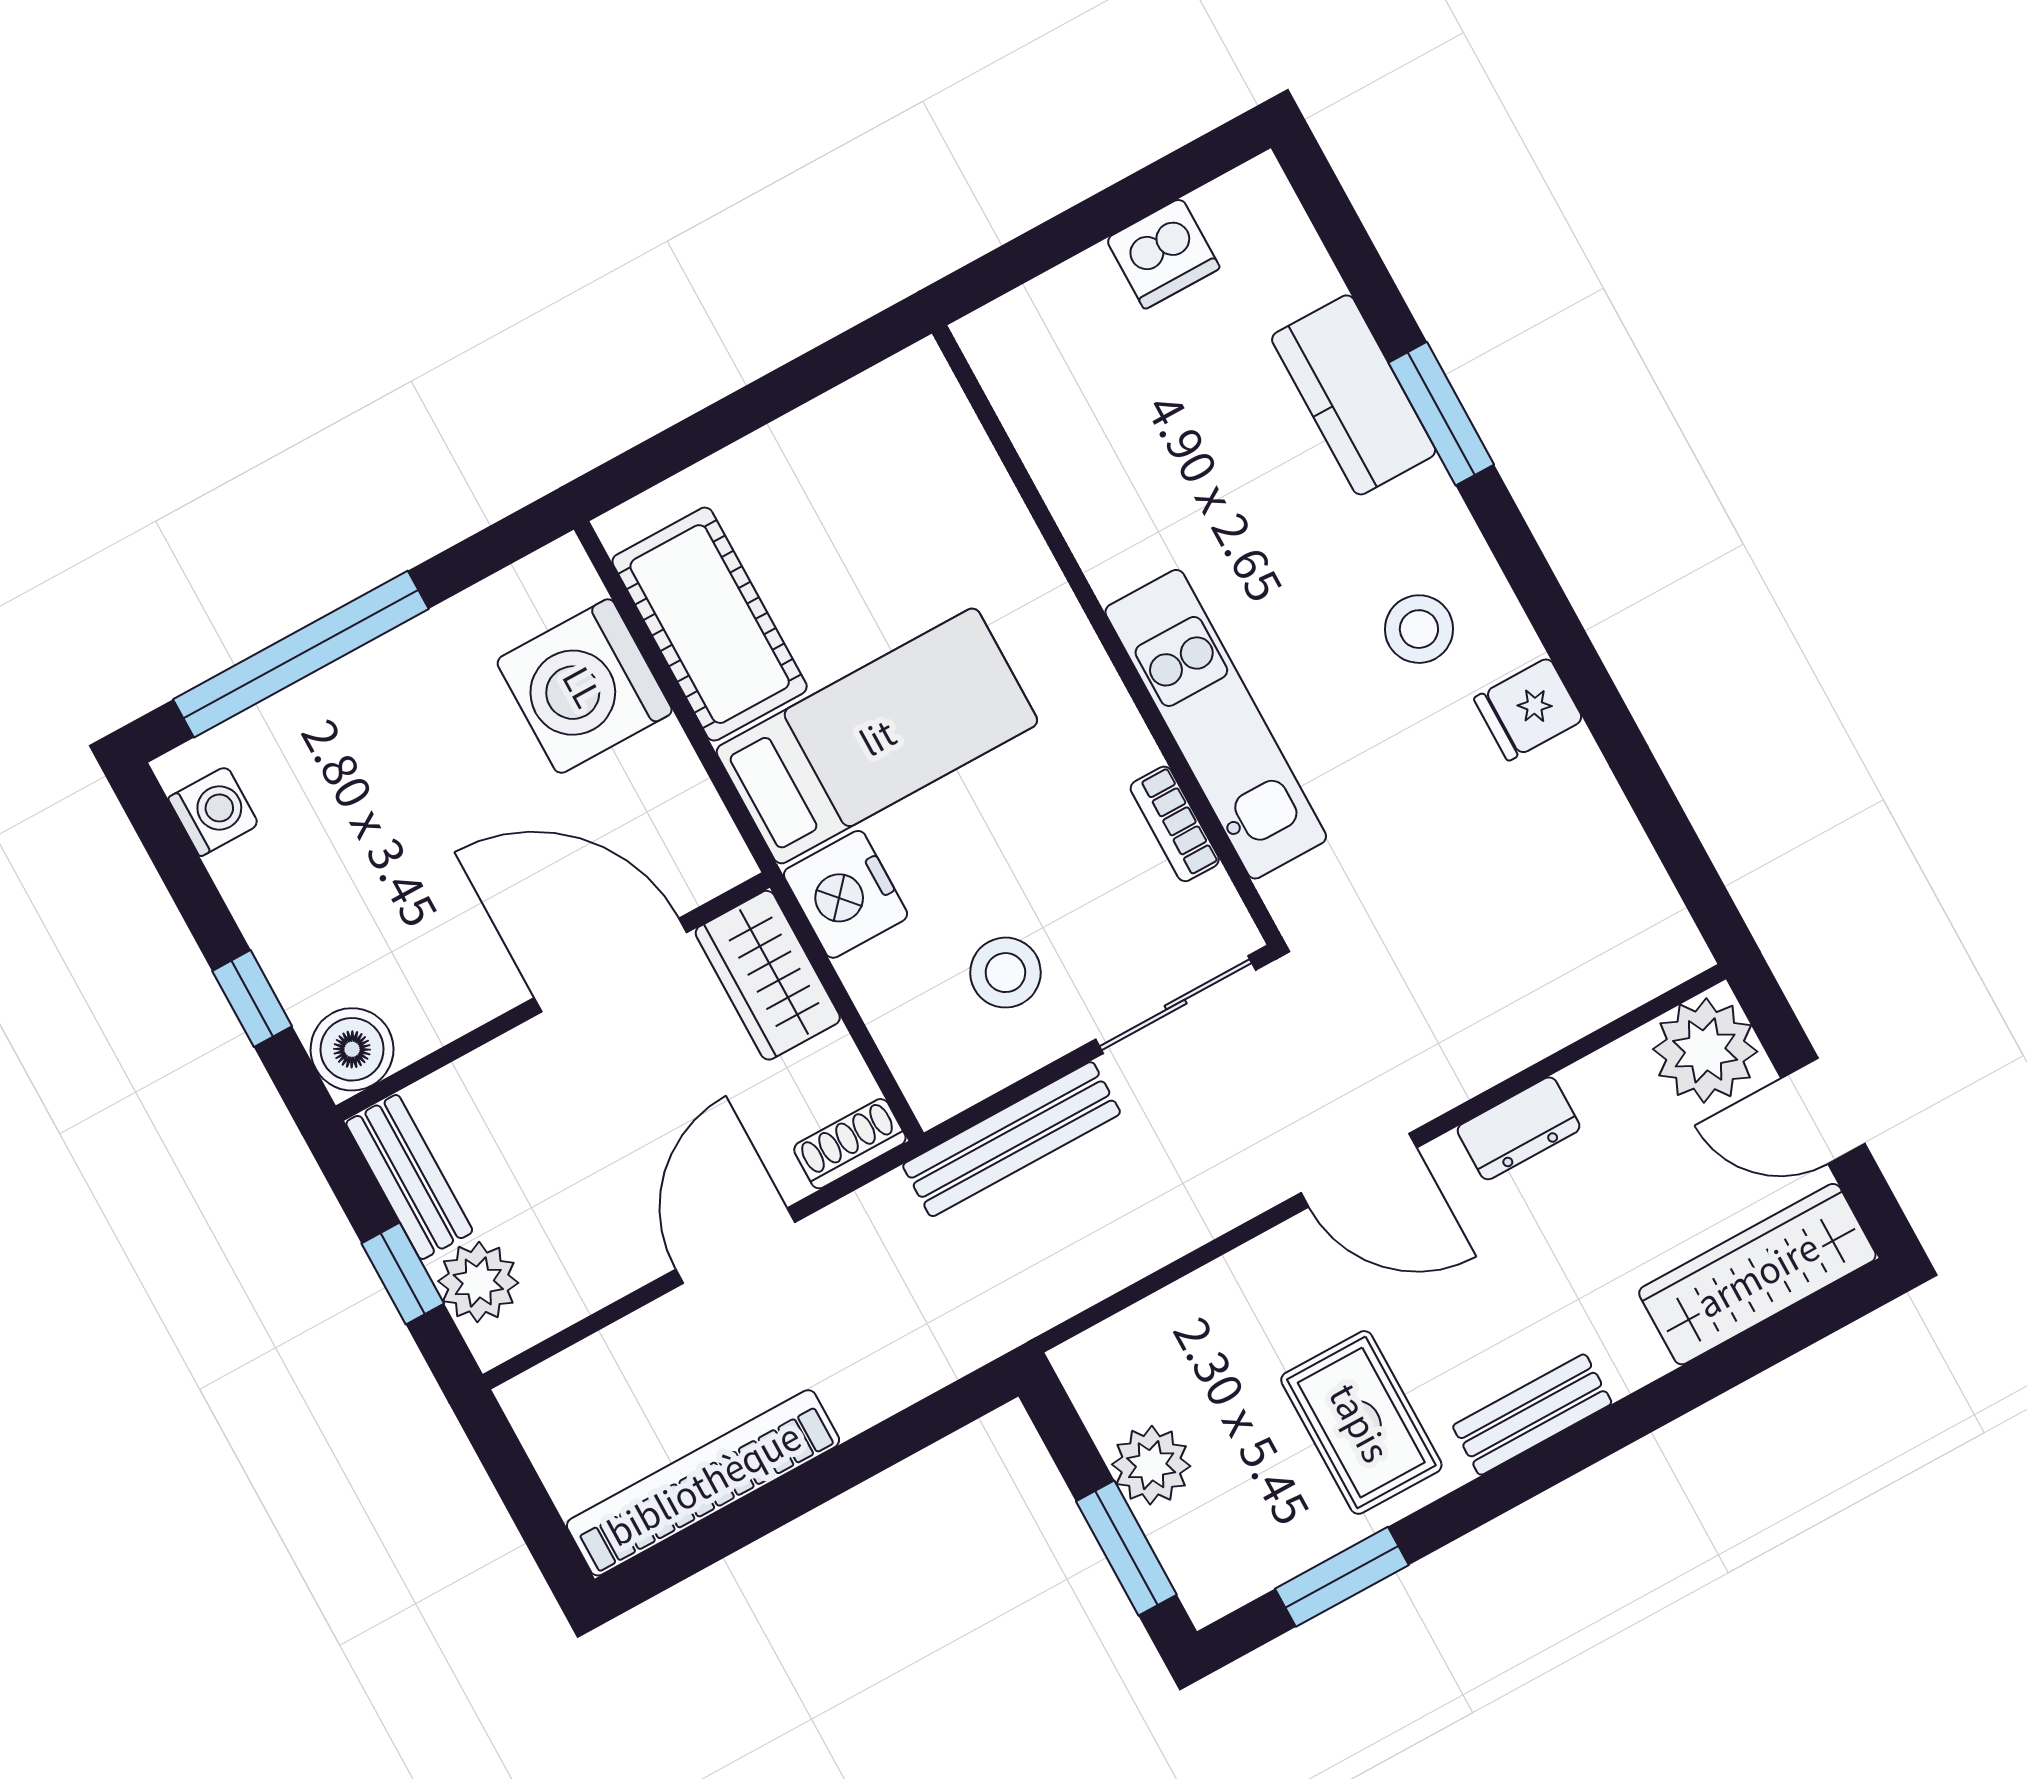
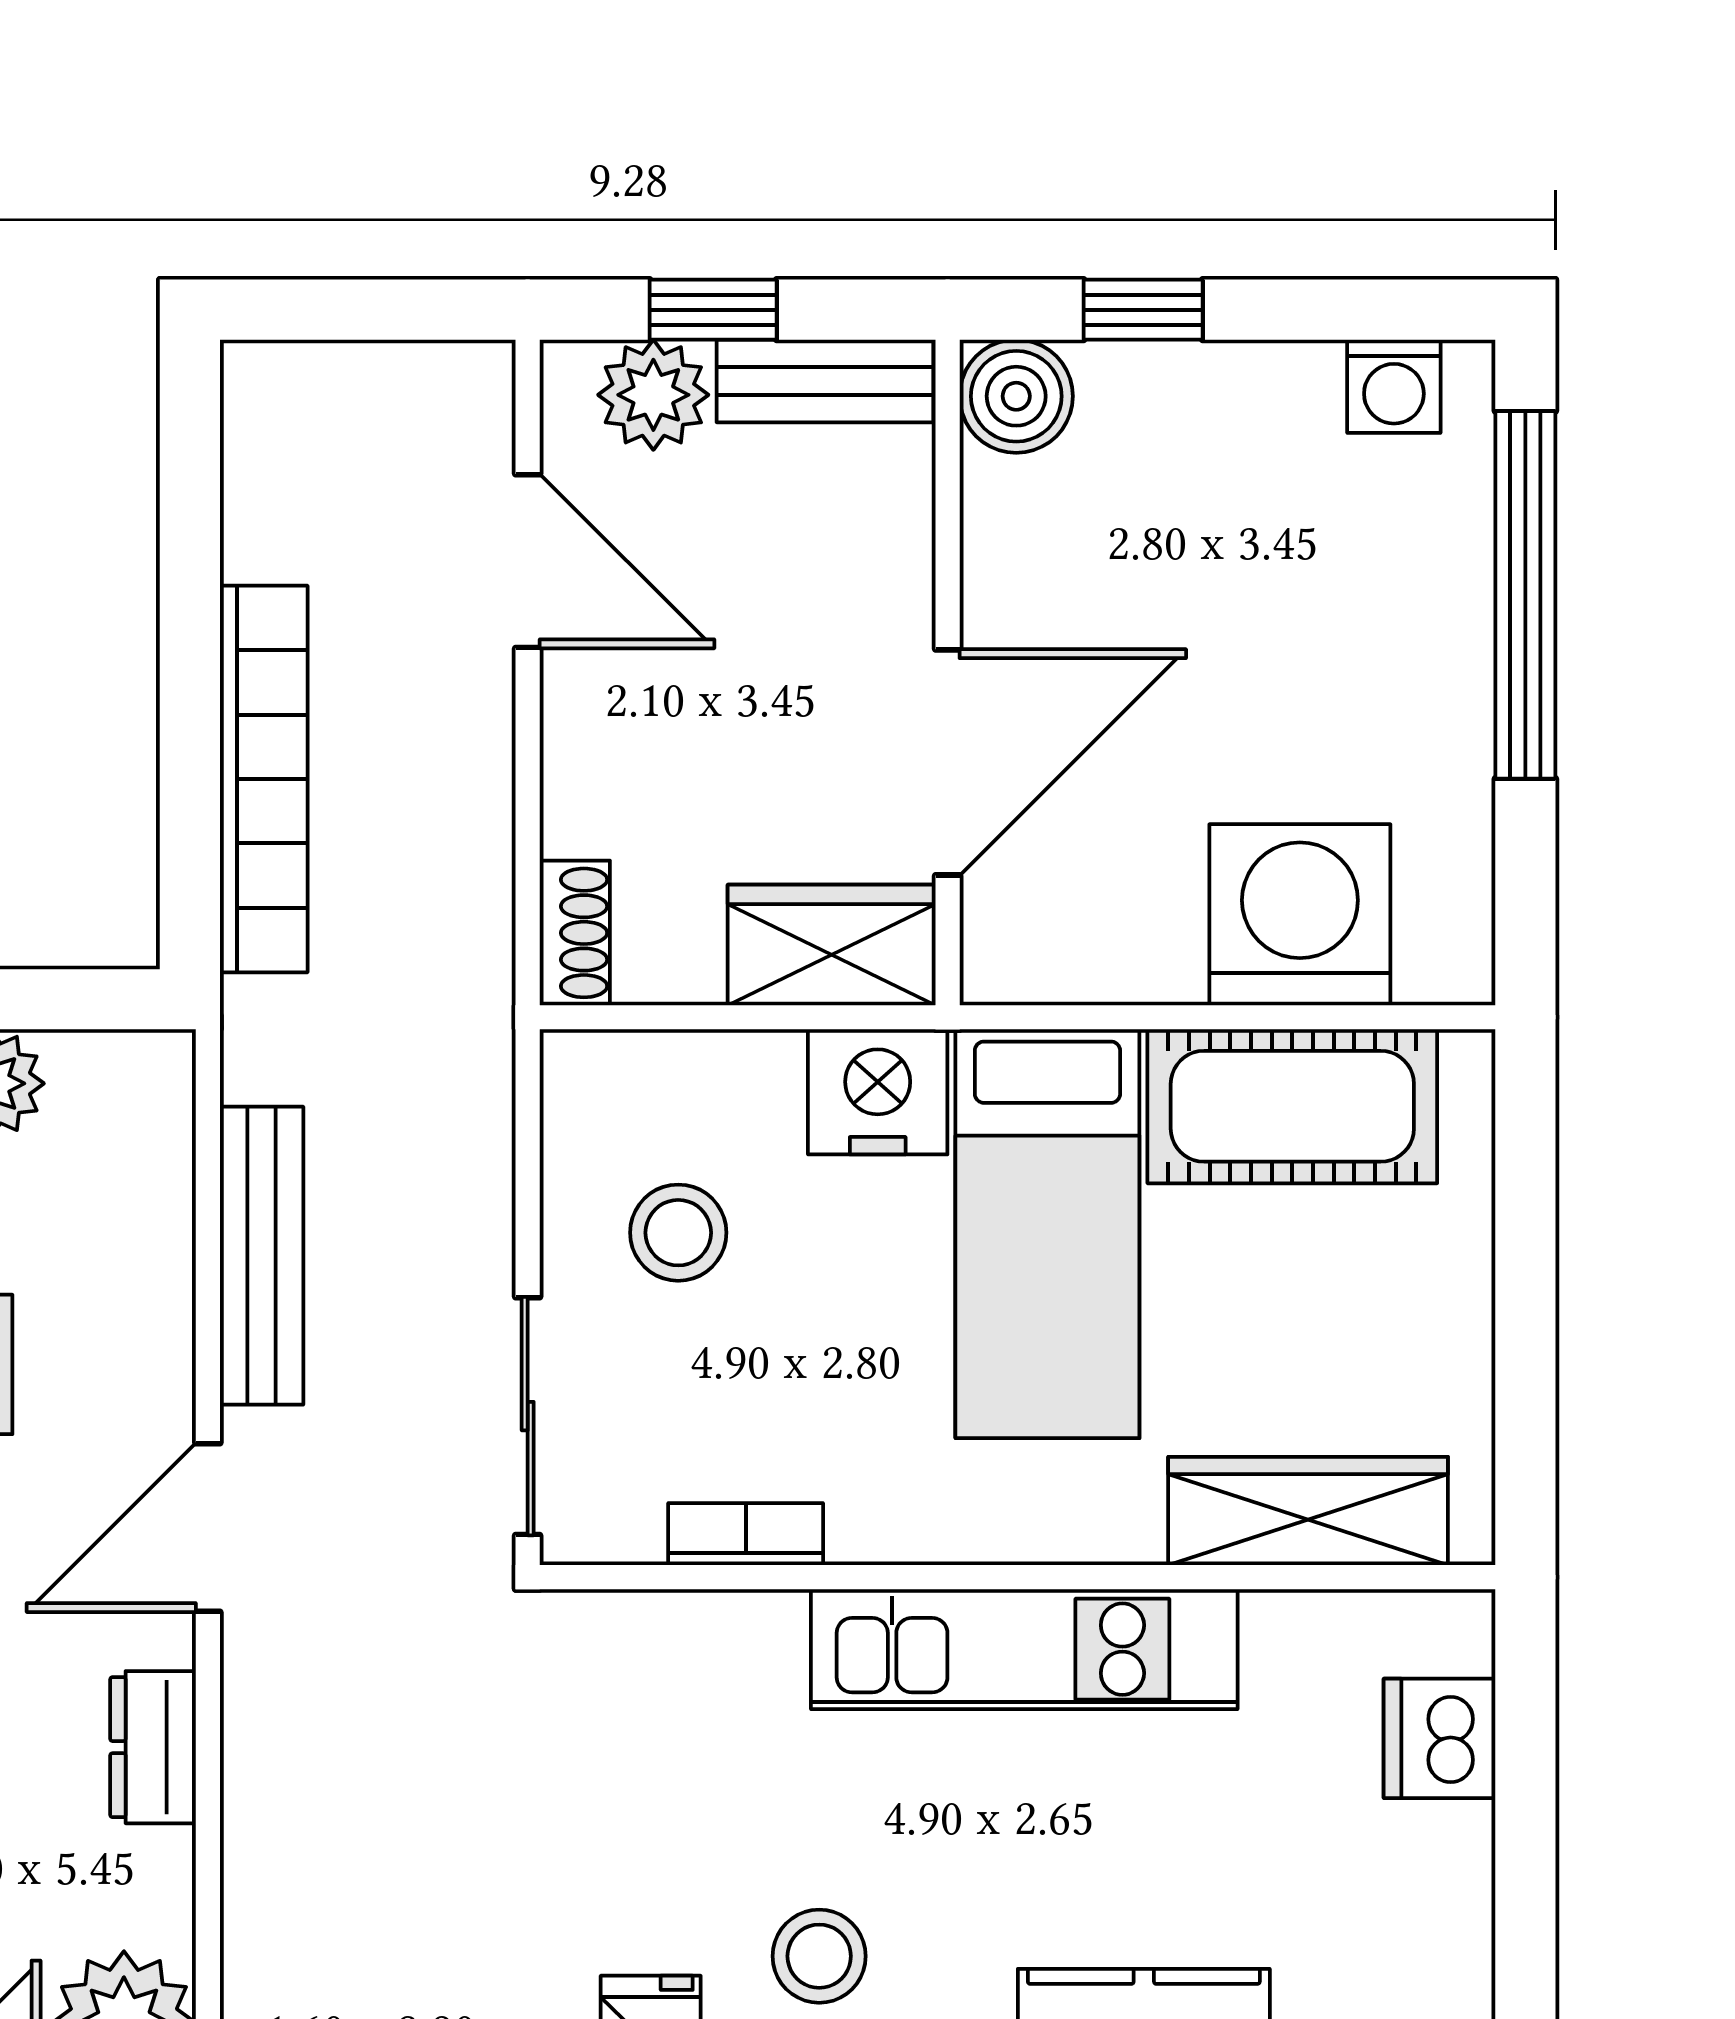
dishwasher: (1163, 253) -> (1439, 1738), moved
wardrobe: (963, 472) -> (1308, 1511), added
kitchen unit: (1216, 724) -> (1024, 1649), moved
bench: (1012, 1139) -> (262, 1256), moved
door: (735, 1246) -> (528, 561), moved
bookcase: (703, 1483) -> (264, 779), moved

